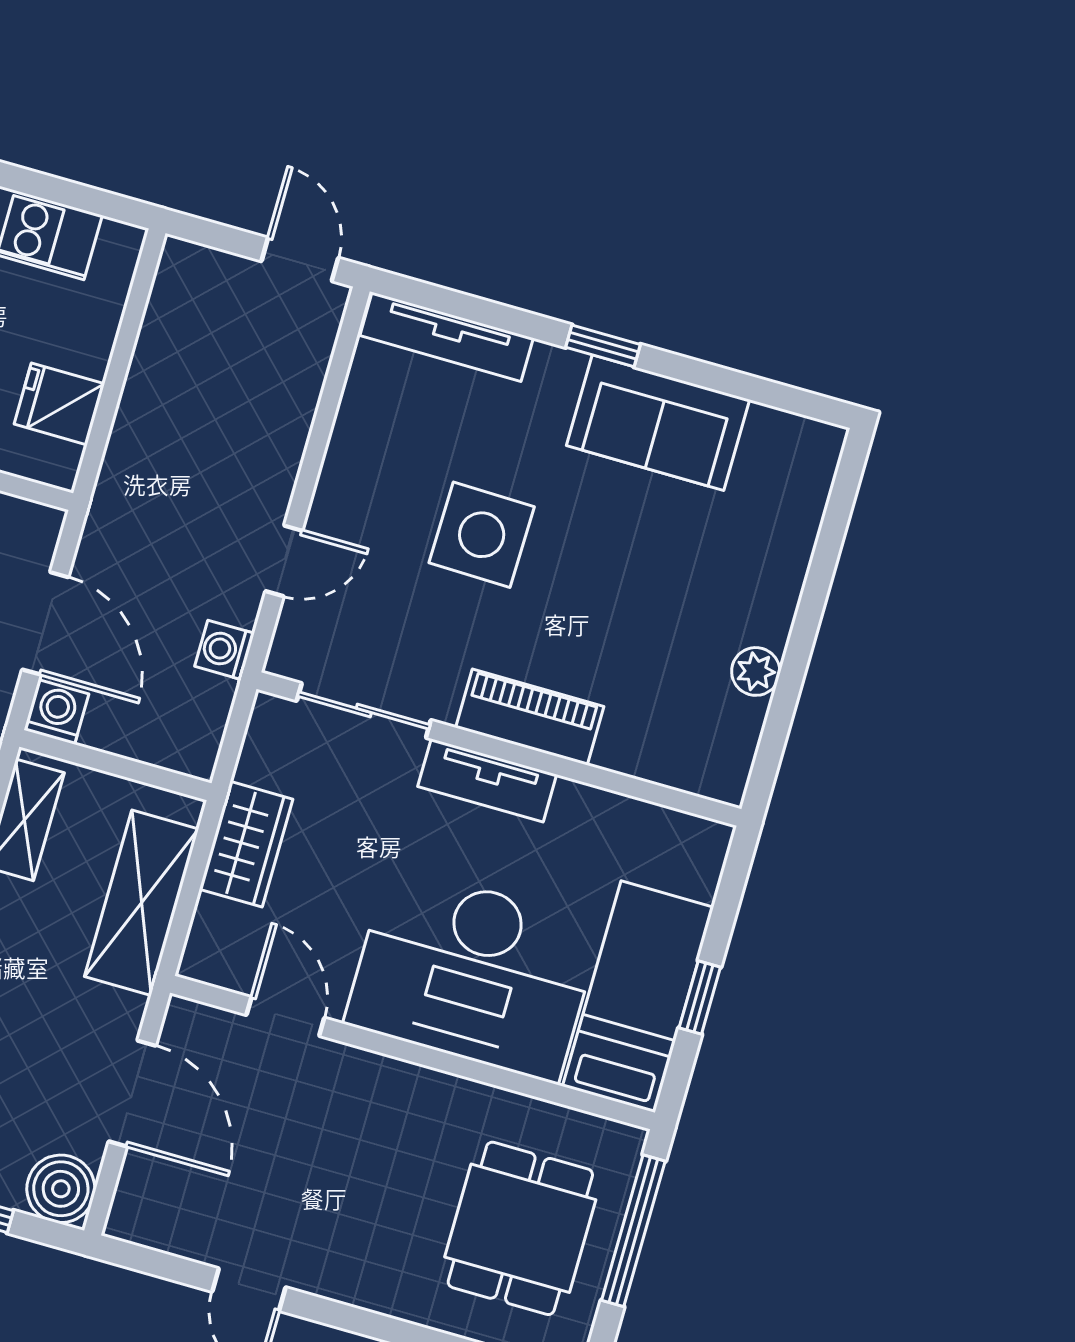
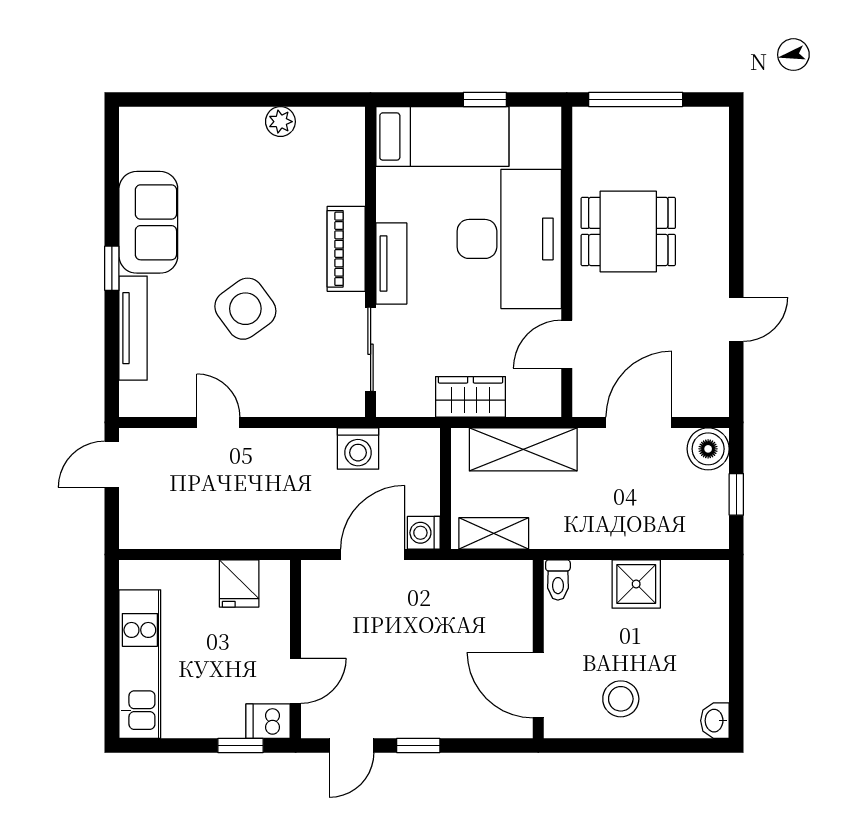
tv unit: (447, 337) -> (133, 328), moved
side table: (482, 535) -> (245, 309), turned -37
door: (284, 561) -> (218, 422), moved
washing machine: (225, 650) -> (358, 448), width x1.38, depth x1.38
bed: (638, 997) -> (442, 137), moved, turned 180
dining table: (520, 1228) -> (628, 231), moved

